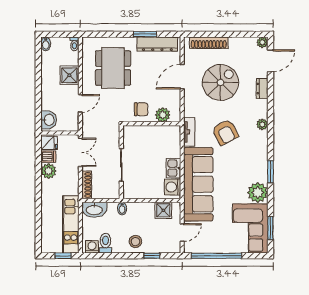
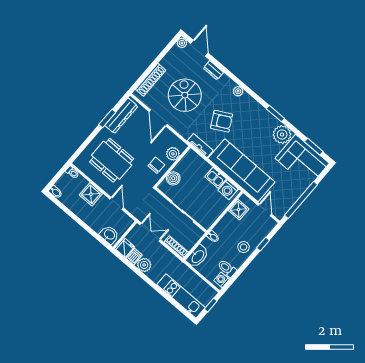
boiler: (142, 133) -> (173, 178), added
kitchen unit: (71, 224) -> (181, 296), moved, turned 180

